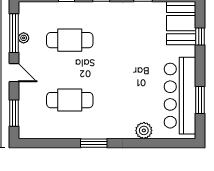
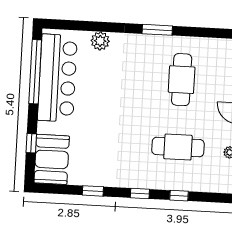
cafe table: (70, 100) -> (182, 80), turned 90
window: (200, 100) -> (35, 72), width x2.11

